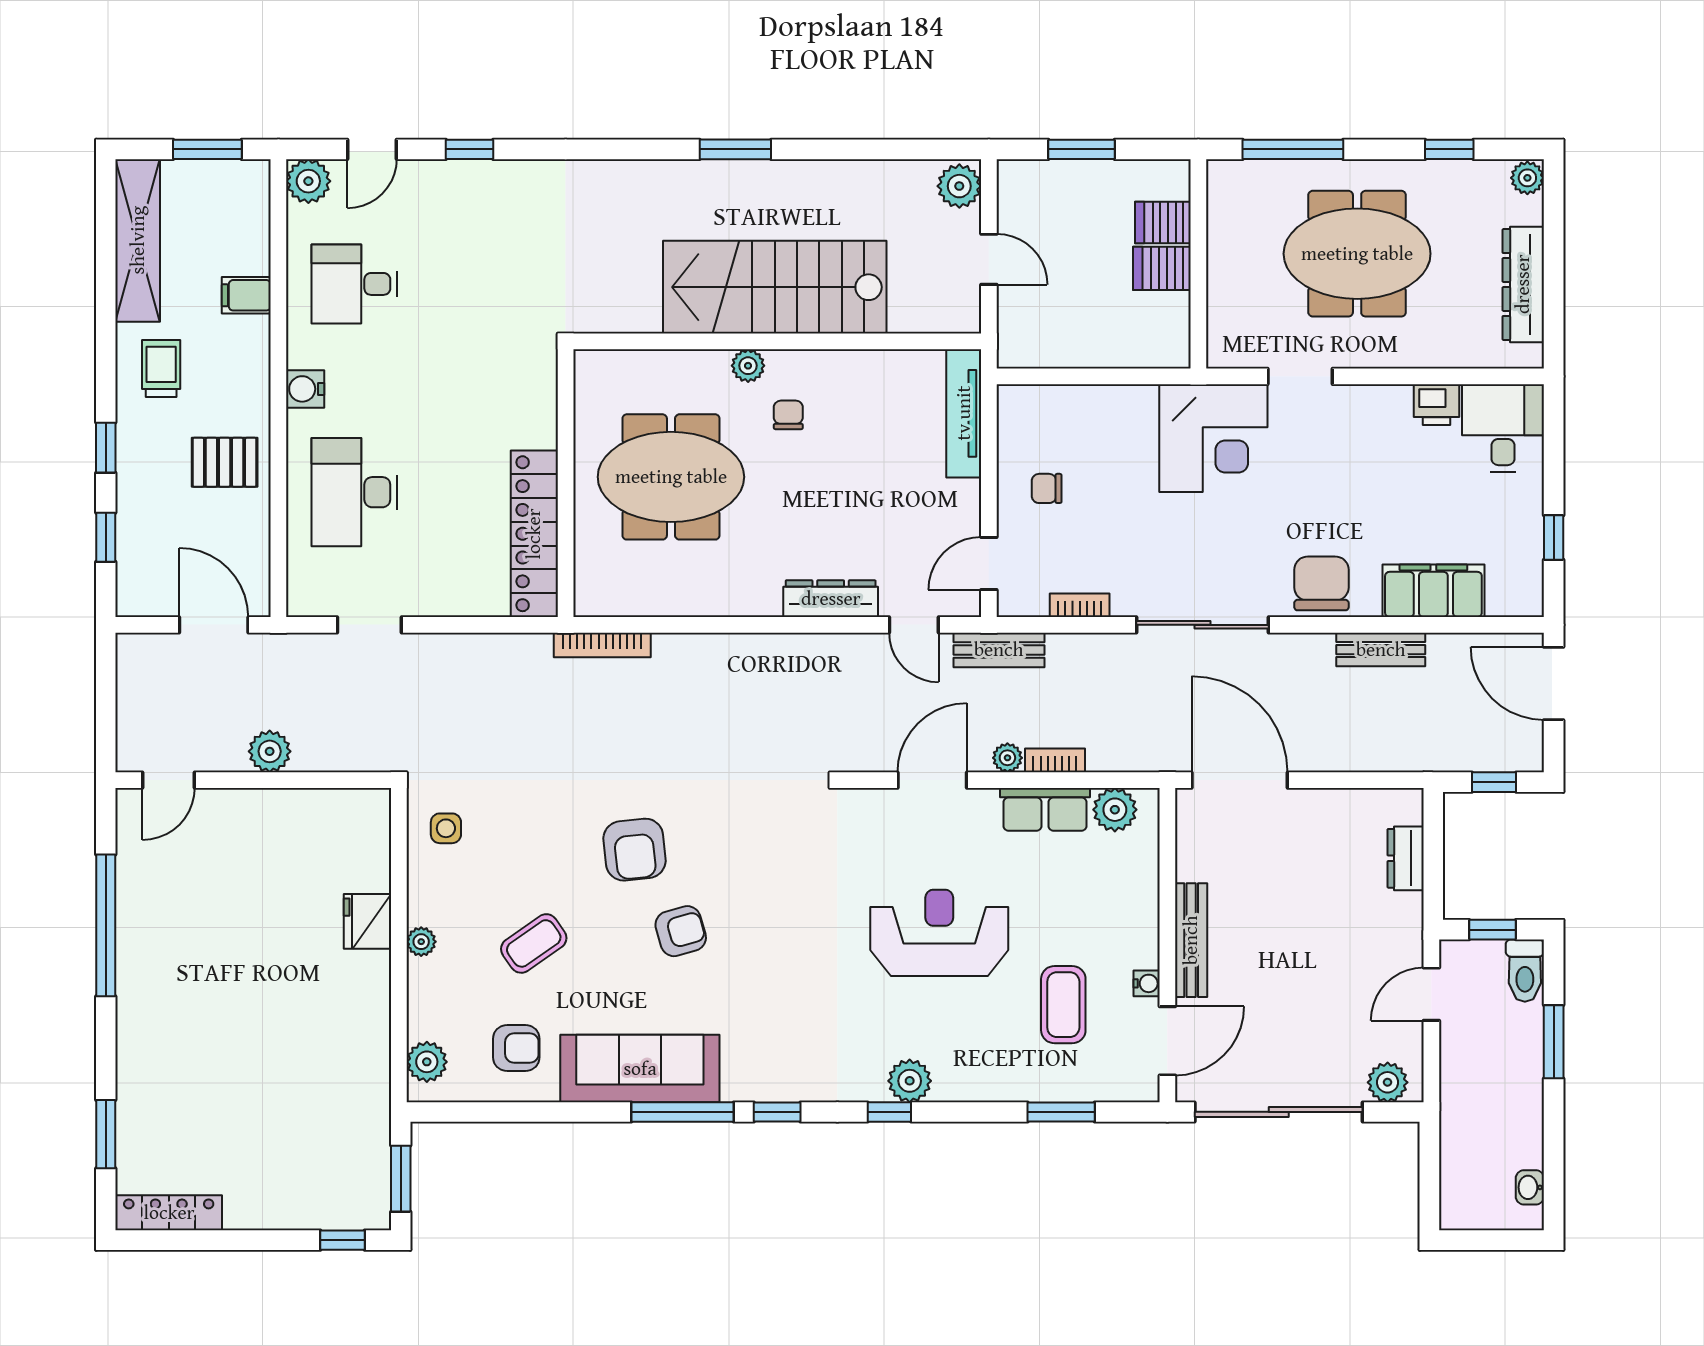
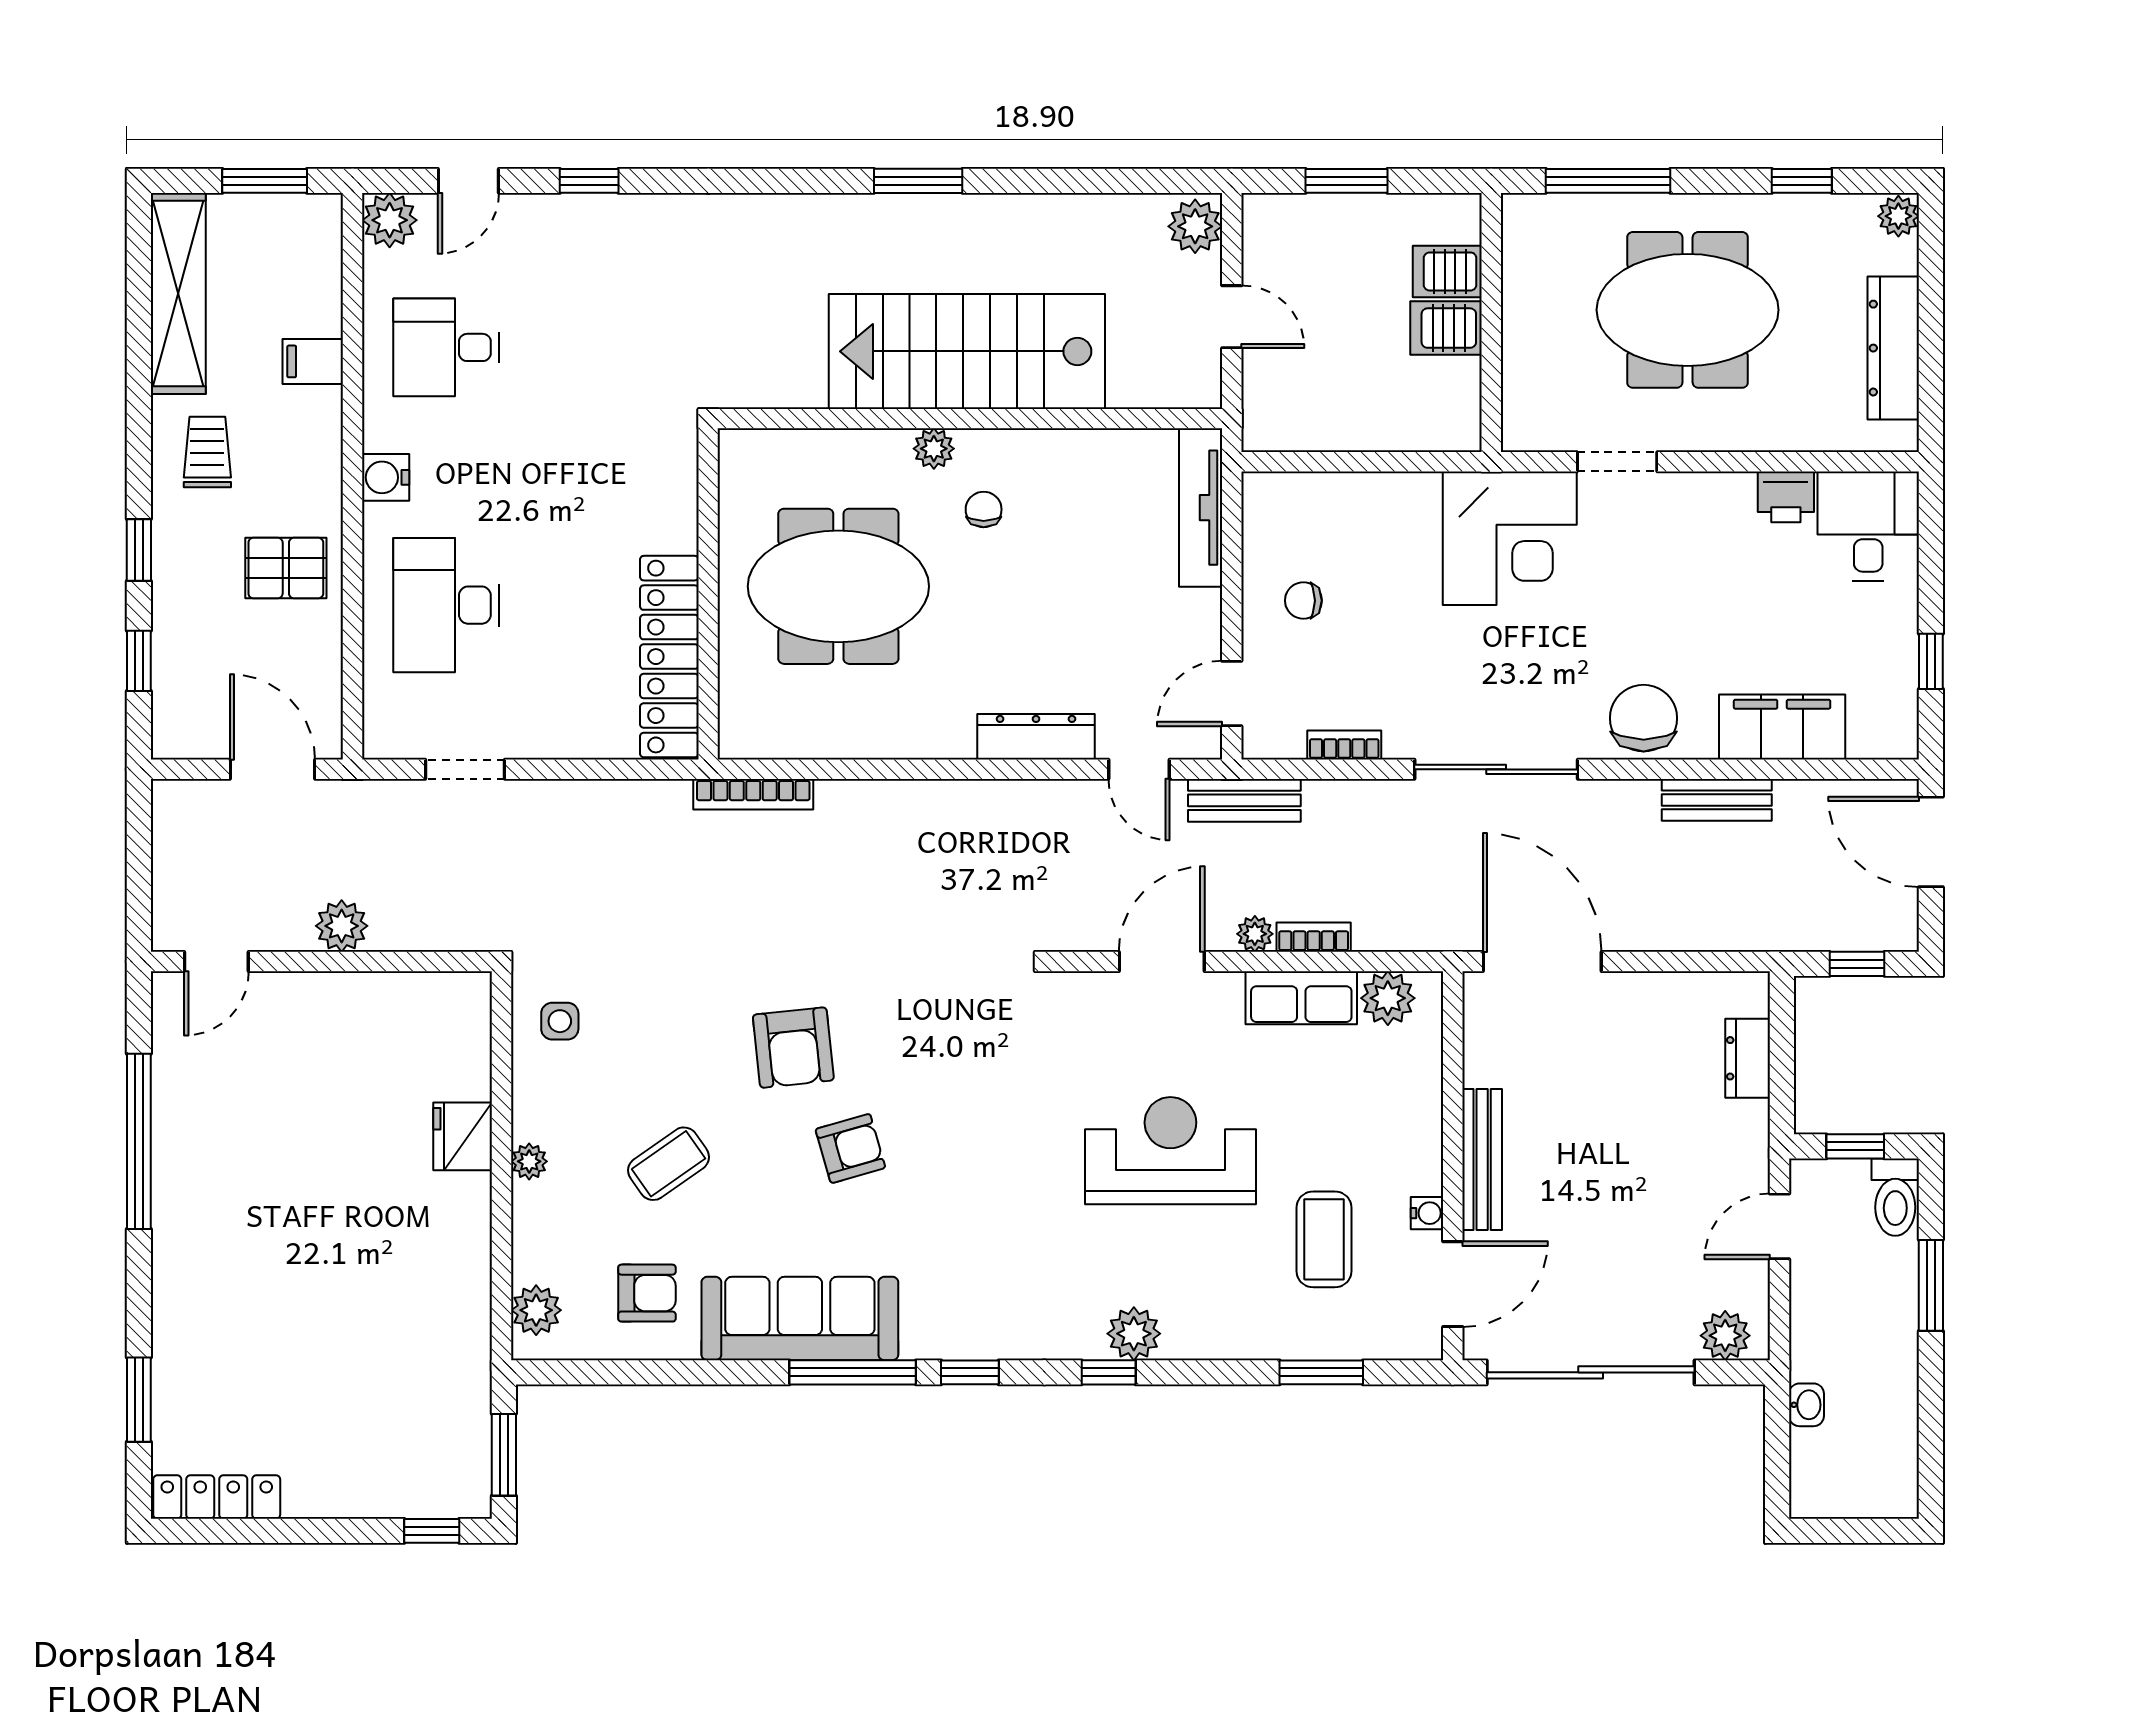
washbasin: (1530, 1187) -> (1806, 1405), moved, turned 180

